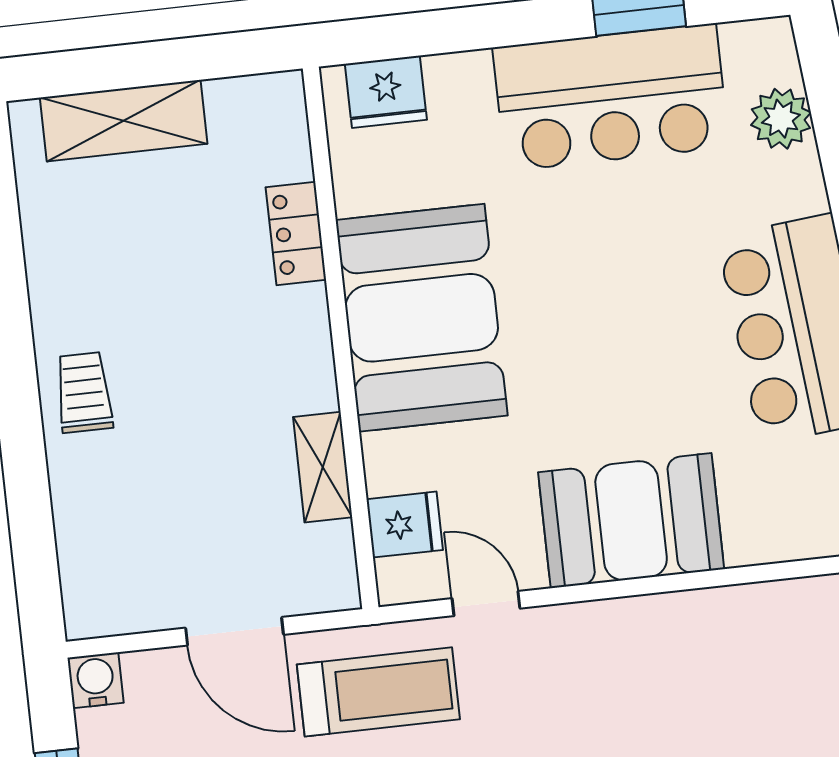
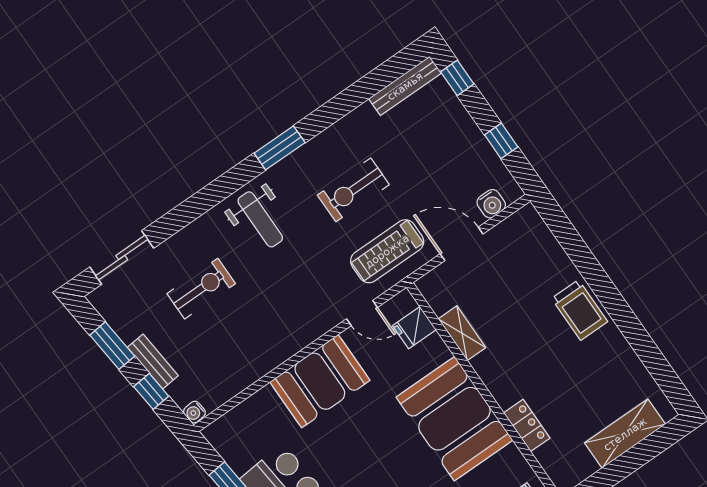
trolley: (84, 392) -> (580, 310), width x1.36, depth x1.39
water cooler: (95, 680) -> (491, 204), moved

